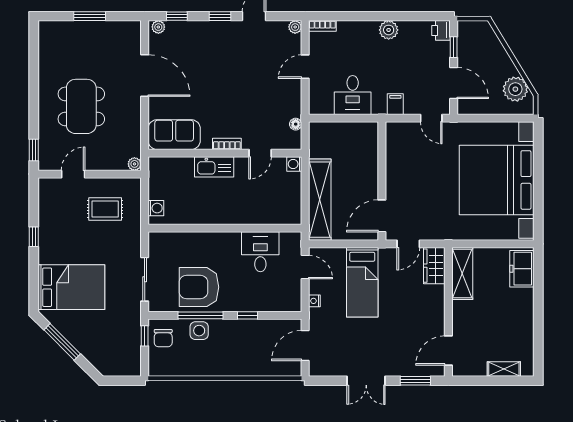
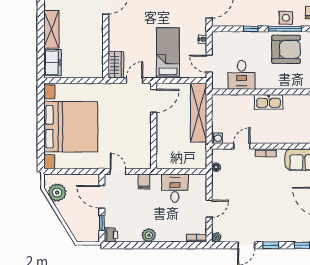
kitchen sink: (214, 167) -> (269, 102), moved, turned 180
shelving: (462, 274) -> (51, 29), moved

